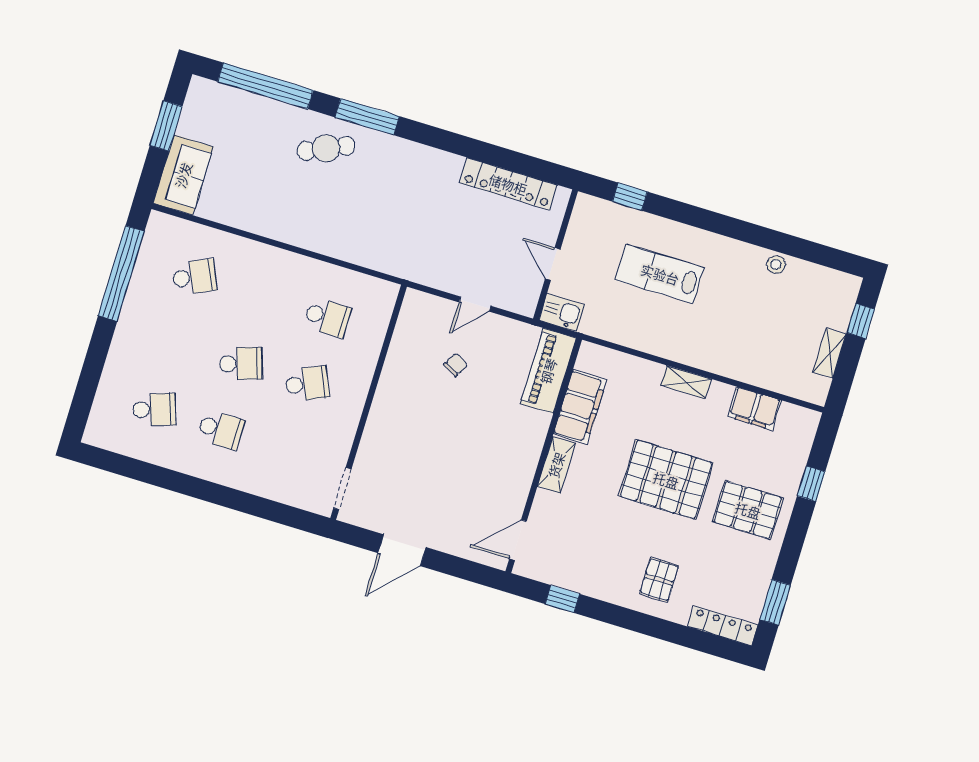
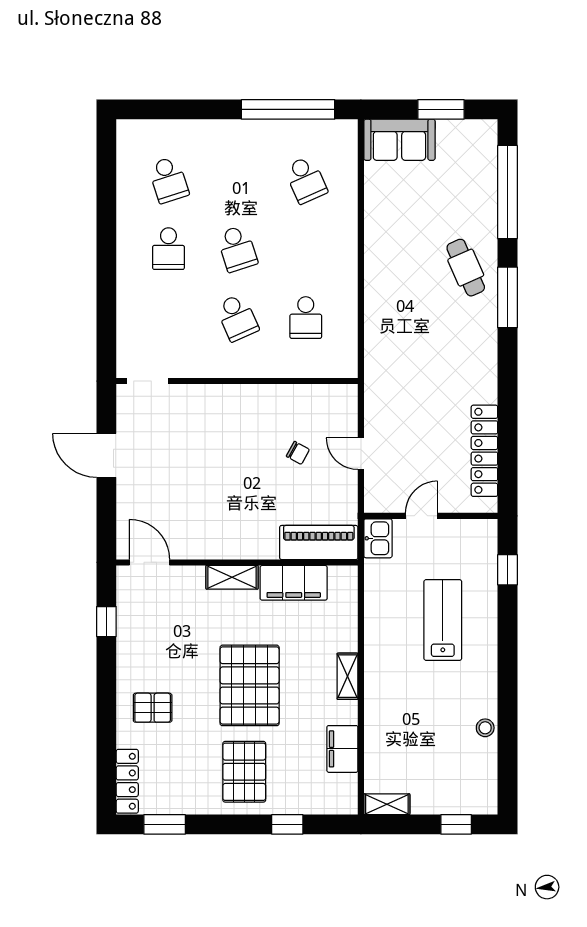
shelving: (830, 353) -> (387, 804), moved

